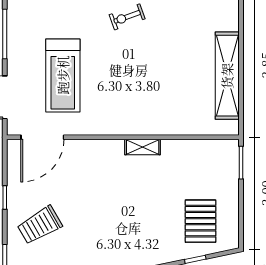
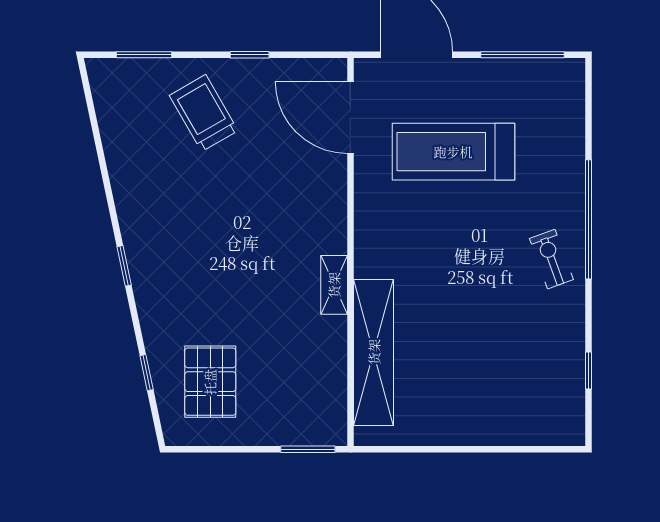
shelving: (227, 76) -> (374, 352), moved, turned 90
pallet: (201, 221) -> (210, 382), turned 90

